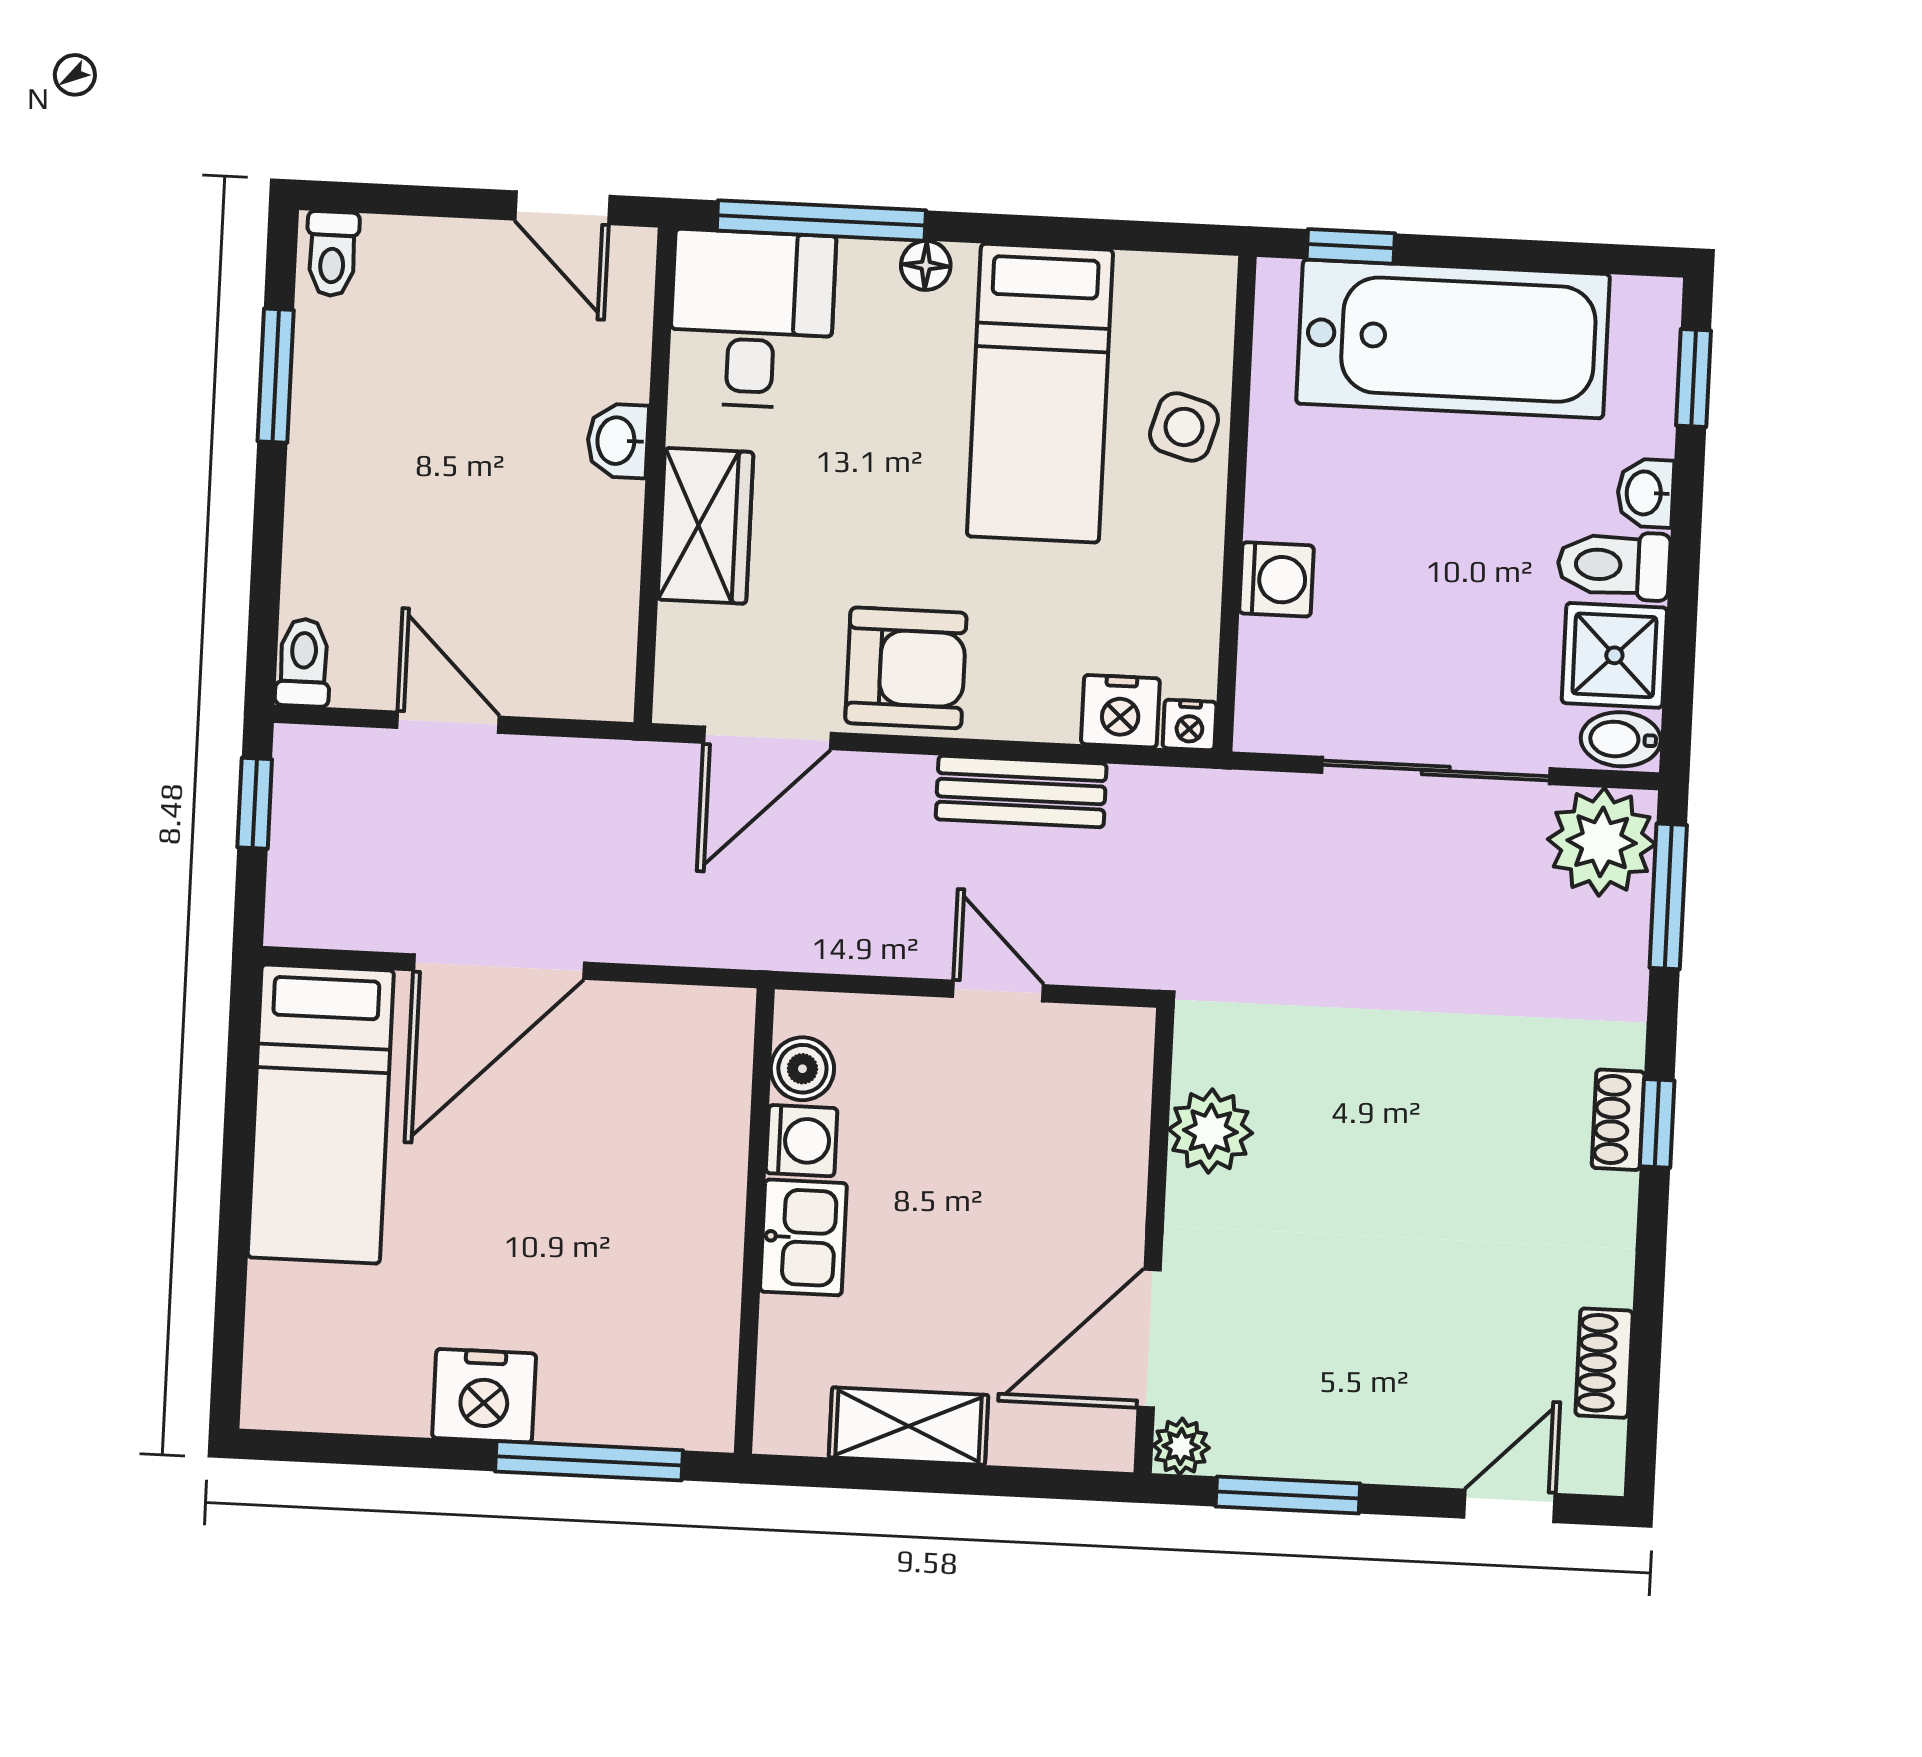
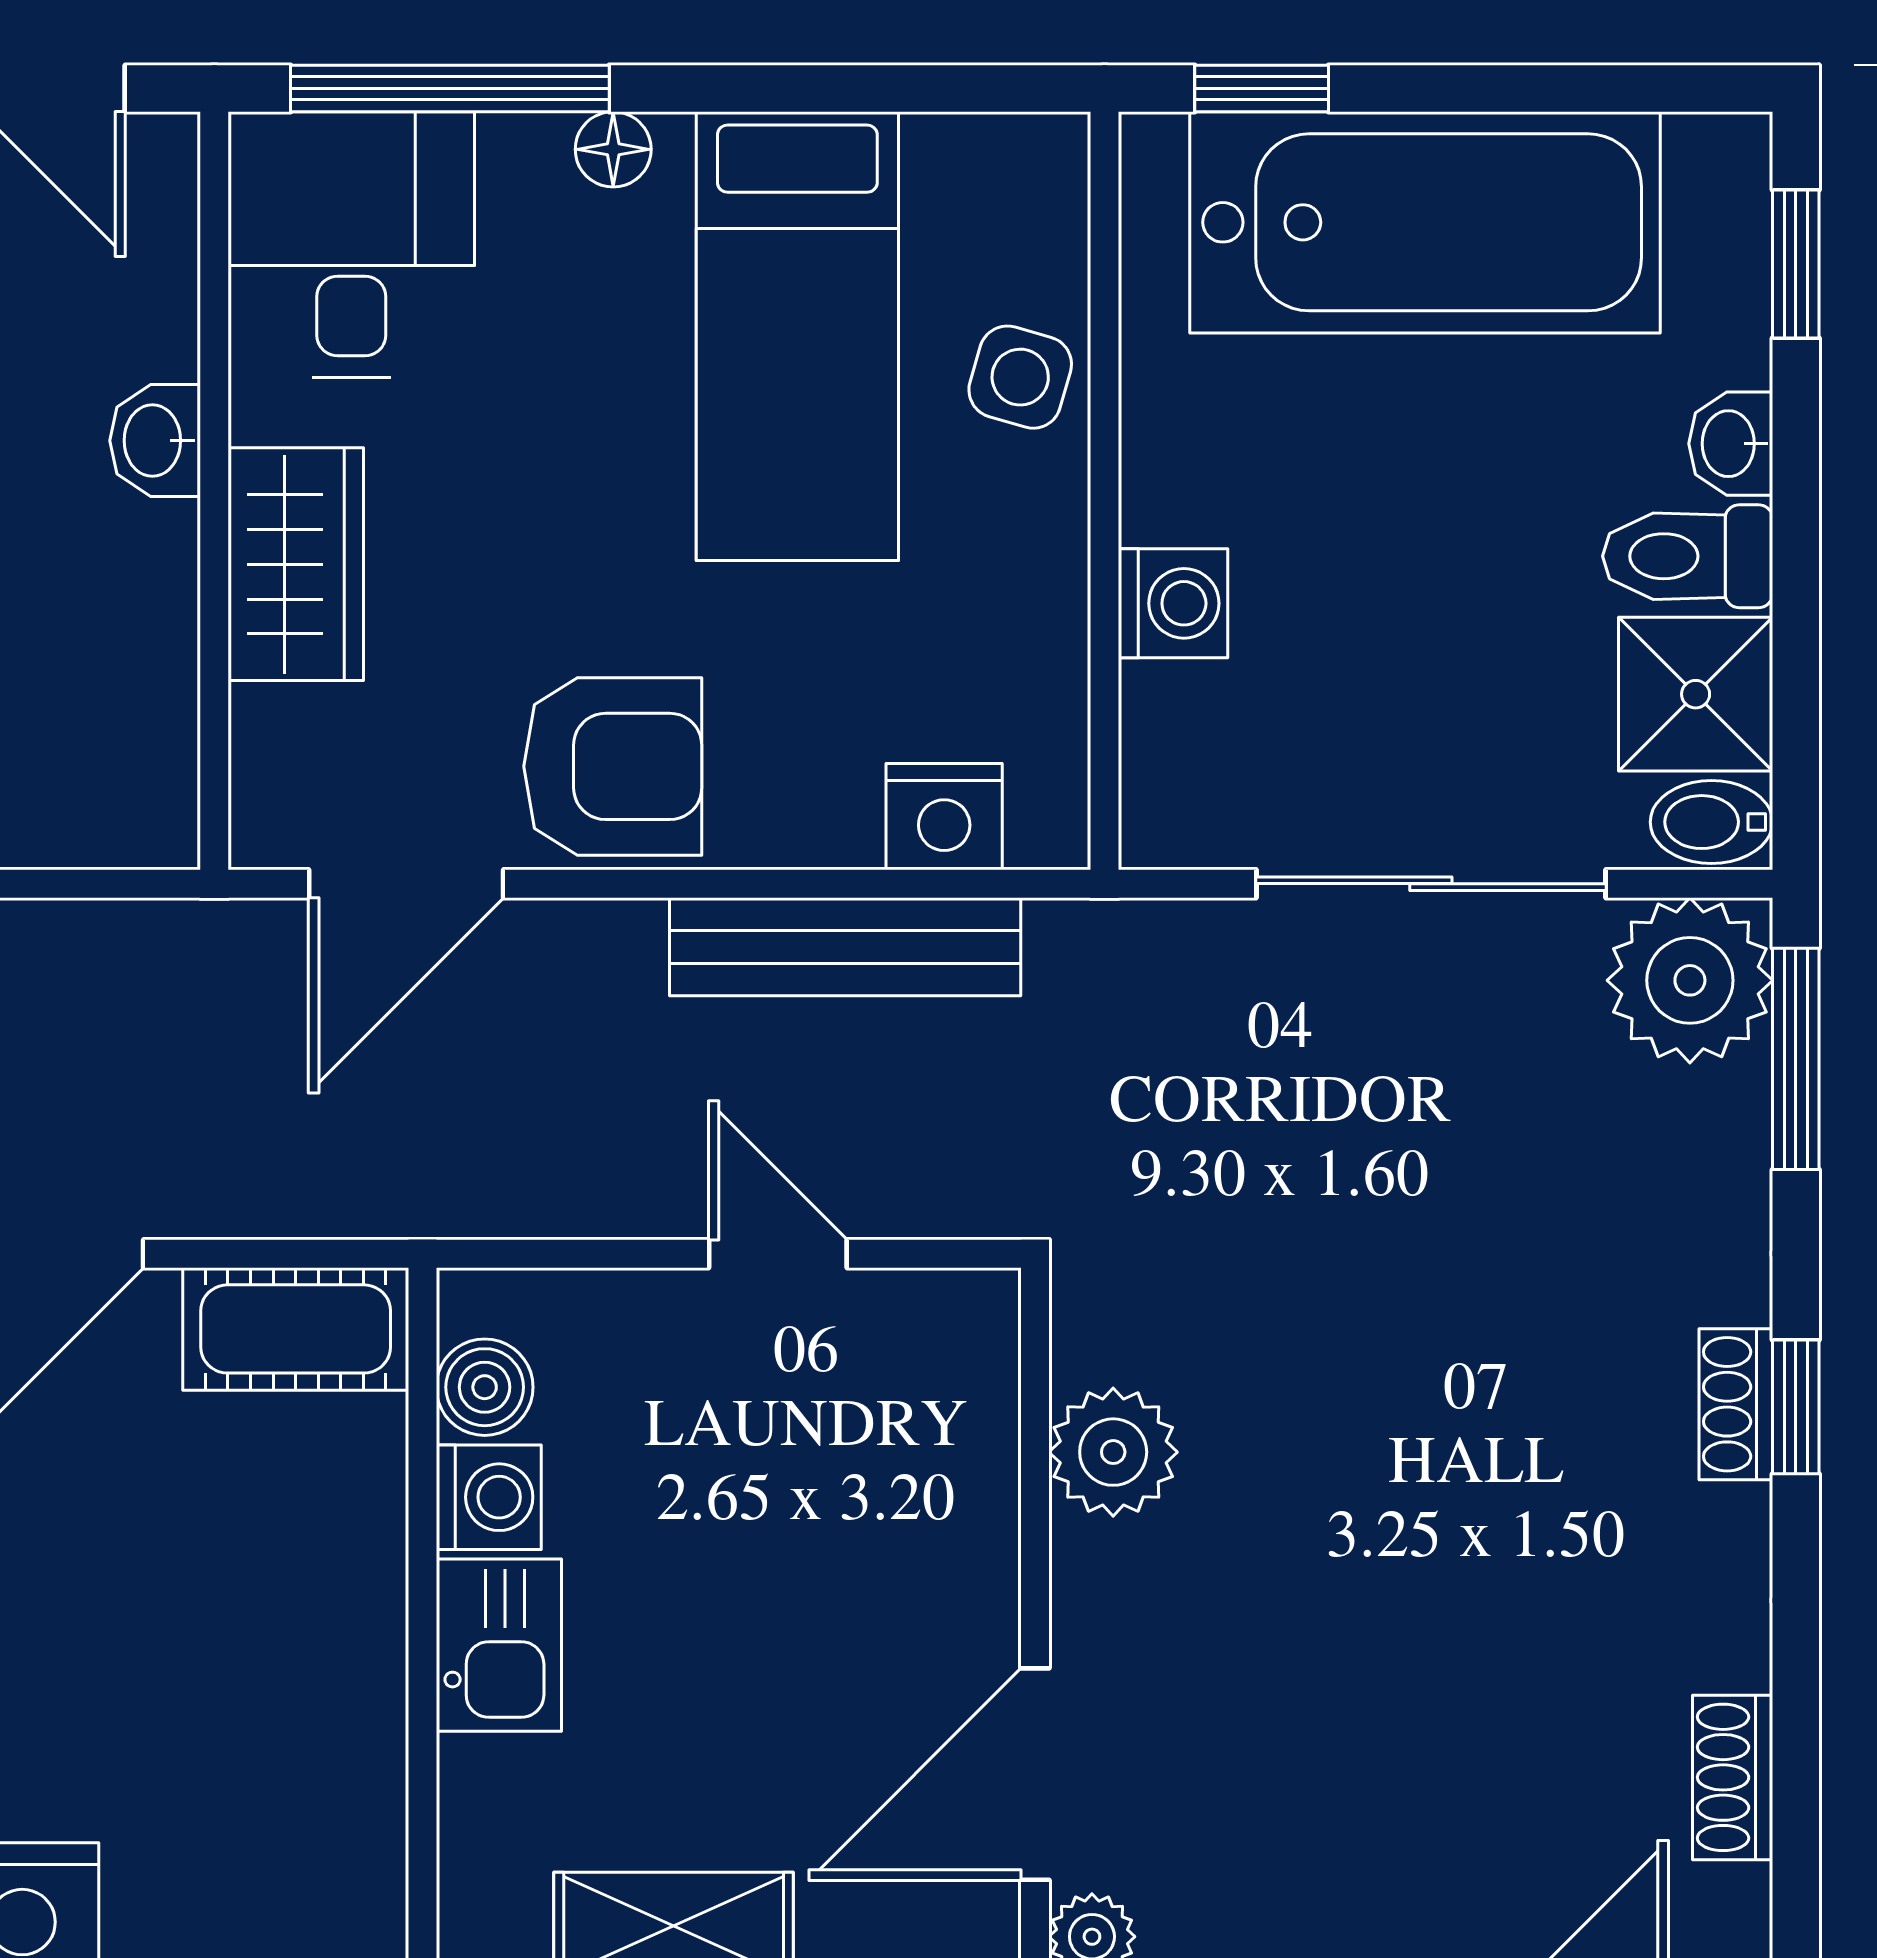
nightstand: (1190, 725) -> (1051, 832), removed
bench: (1021, 791) -> (845, 947), width x1.36
cot: (681, 1025) -> (296, 1329), added

